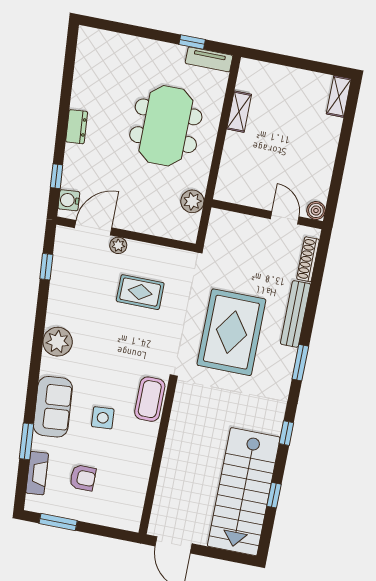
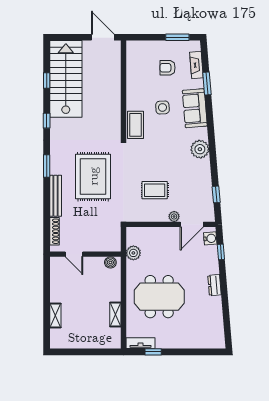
shelving: (339, 96) -> (55, 316), moved
meeting table: (166, 126) -> (159, 297), turned 90
boiler: (316, 210) -> (110, 262), moved

